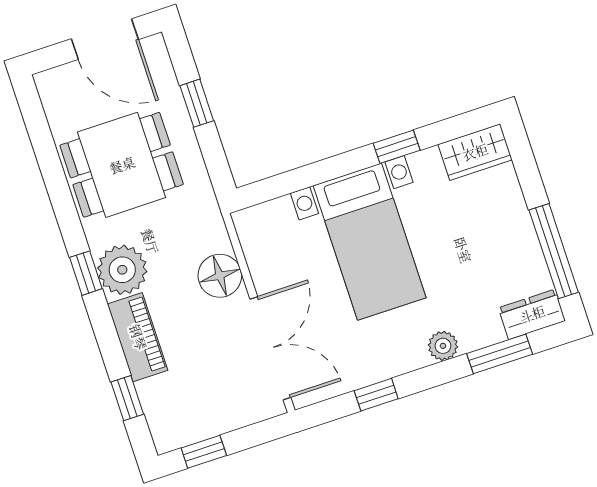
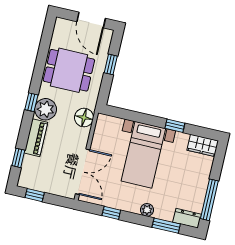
floor lamp: (220, 276) -> (84, 118), moved

